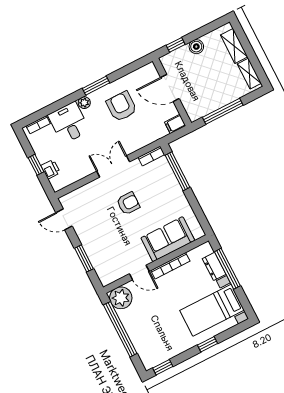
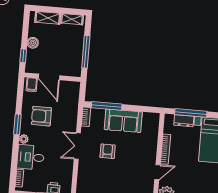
door: (170, 88) -> (49, 77), hinge flipped
filing cabinet: (175, 124) -> (32, 85), moved
sofa: (168, 239) -> (123, 121), moved, turned -90

